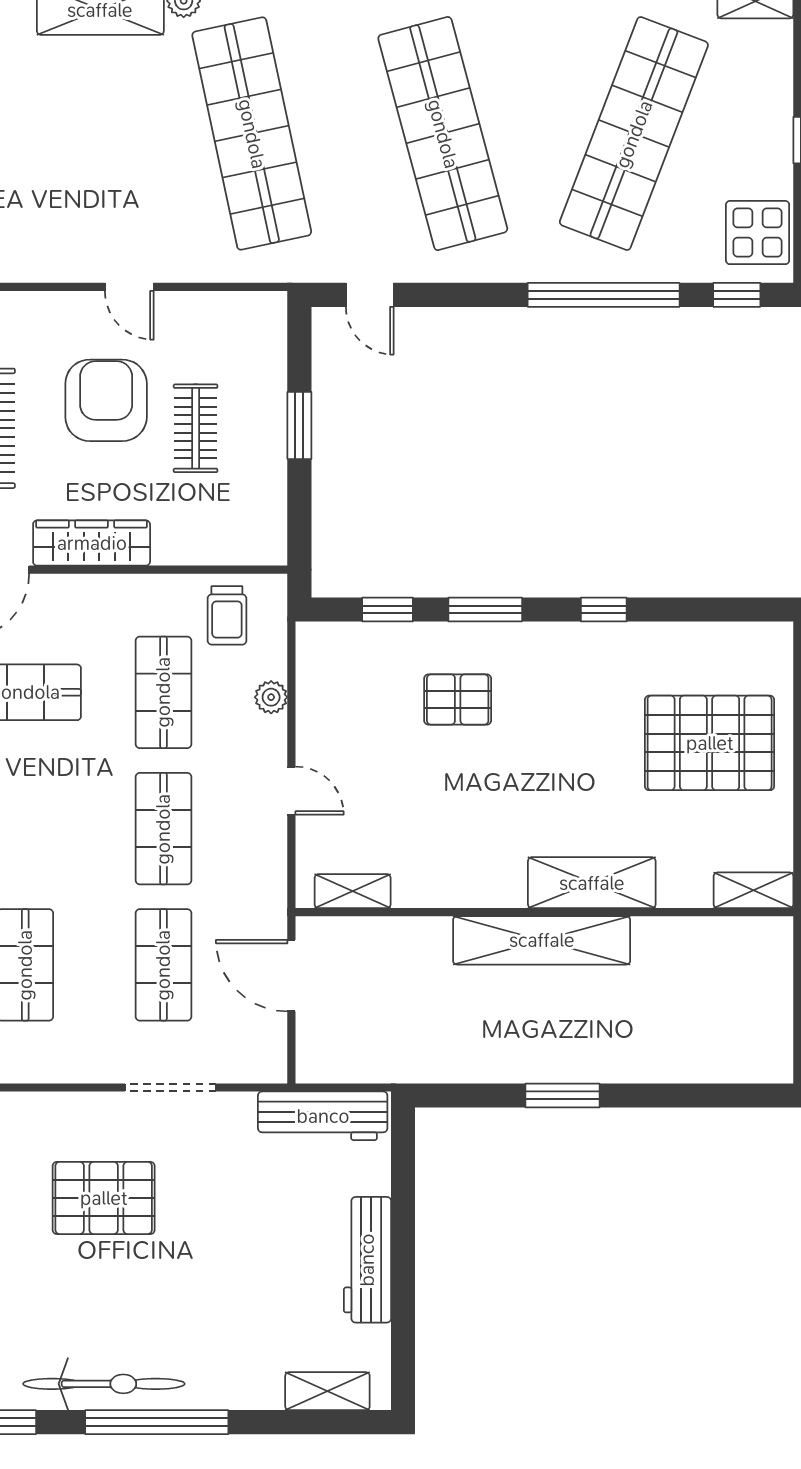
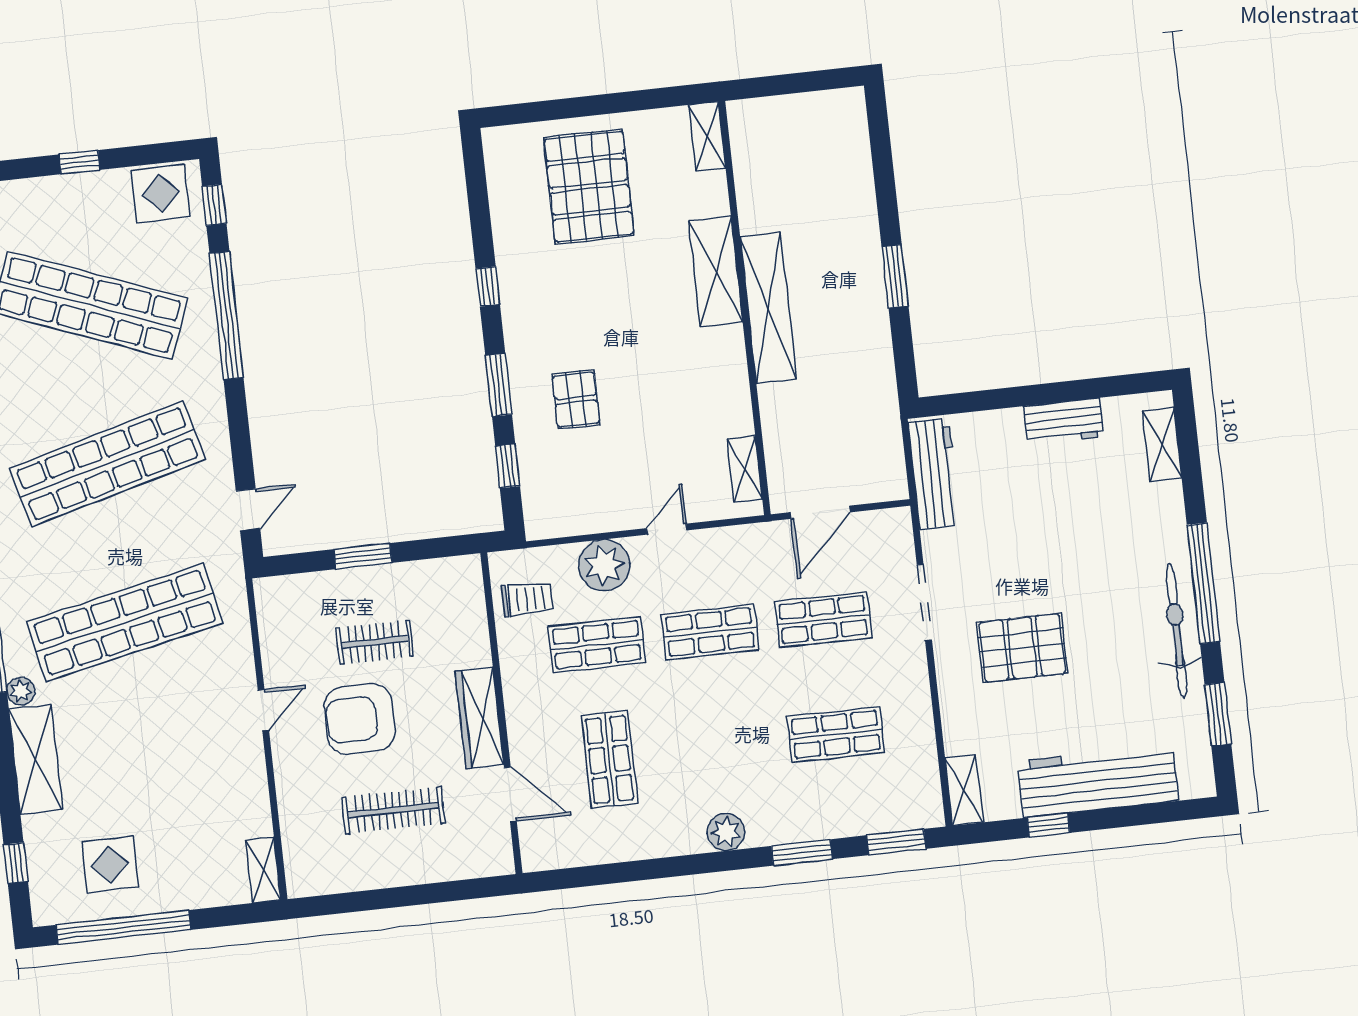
plant: (271, 697) -> (604, 565), width x1.88, depth x1.88
pallet: (104, 1198) -> (1022, 648), turned 90
workbench: (367, 1260) -> (1064, 422), width x0.73

